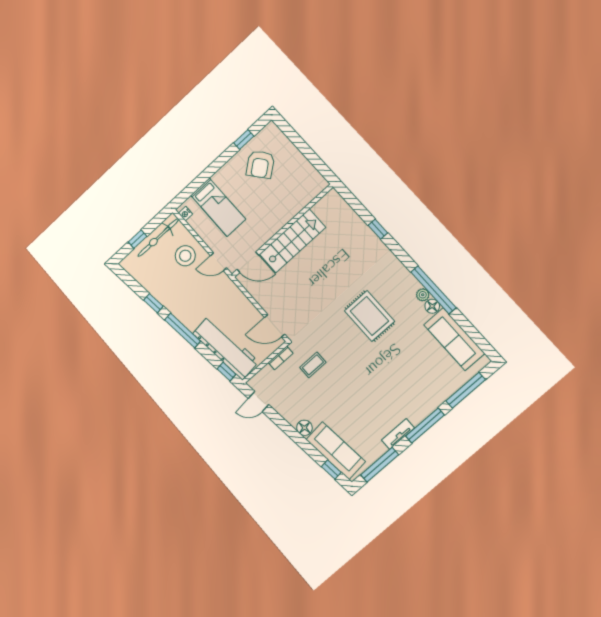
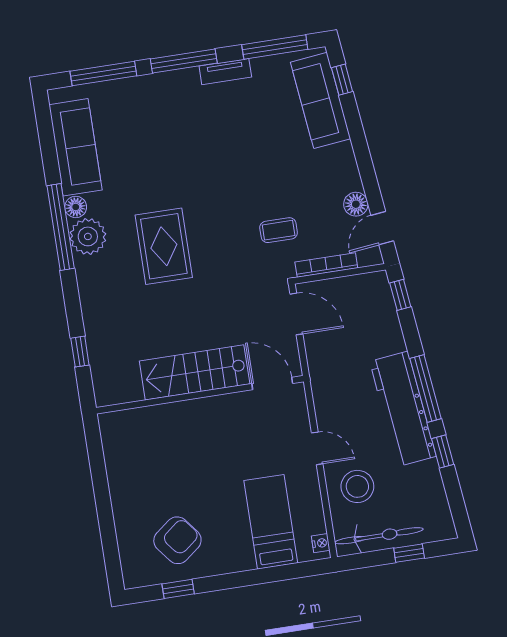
wall: (282, 231) -> (200, 395), moved
stairs: (292, 241) -> (195, 372), moved
door: (248, 262) -> (272, 383), moved
plant: (423, 295) -> (88, 236), width x1.88, depth x1.88
workbench: (226, 348) -> (403, 409), moved
bookcase: (281, 358) -> (326, 265), width x1.56
door: (259, 401) -> (382, 228), swing flipped
floor lamp: (304, 428) -> (356, 204), moved

